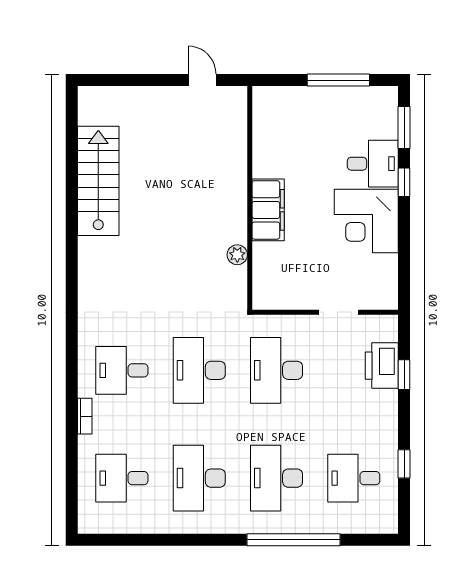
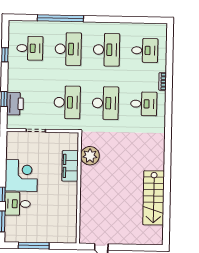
filing cabinet: (268, 210) -> (70, 166), moved
plant: (237, 255) -> (90, 156), width x1.87, depth x1.87

